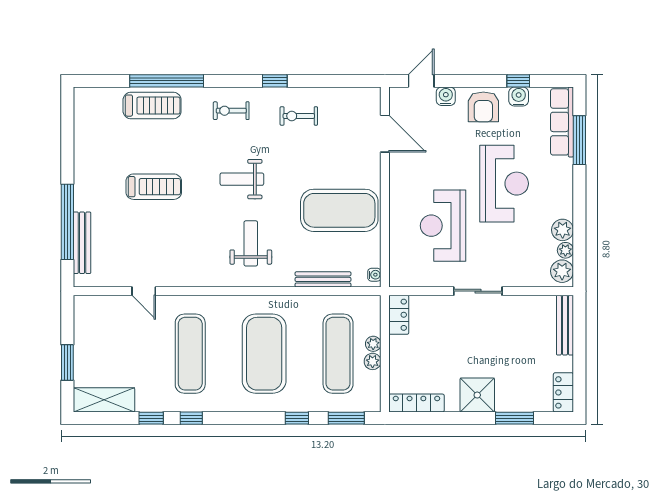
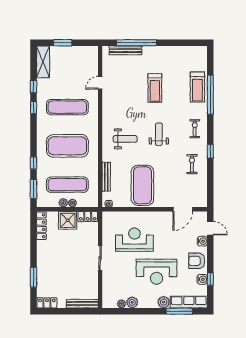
plant: (562, 271) -> (164, 302), moved
shower: (477, 395) -> (68, 220), moved

